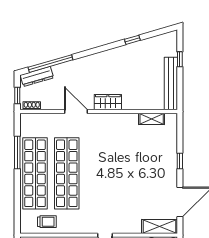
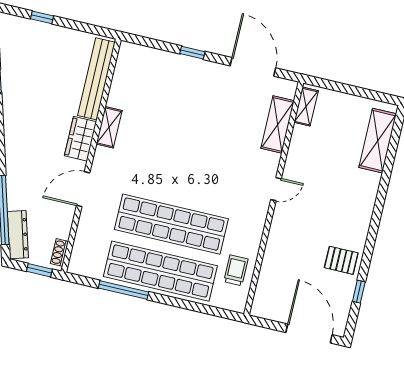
bench: (171, 84) -> (96, 79), moved, turned 90
shelving: (152, 119) -> (109, 127), moved
shelving: (159, 226) -> (278, 125), moved

